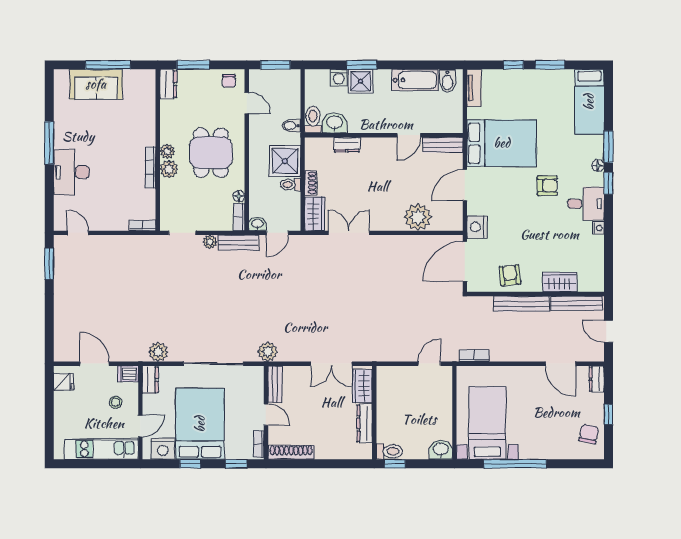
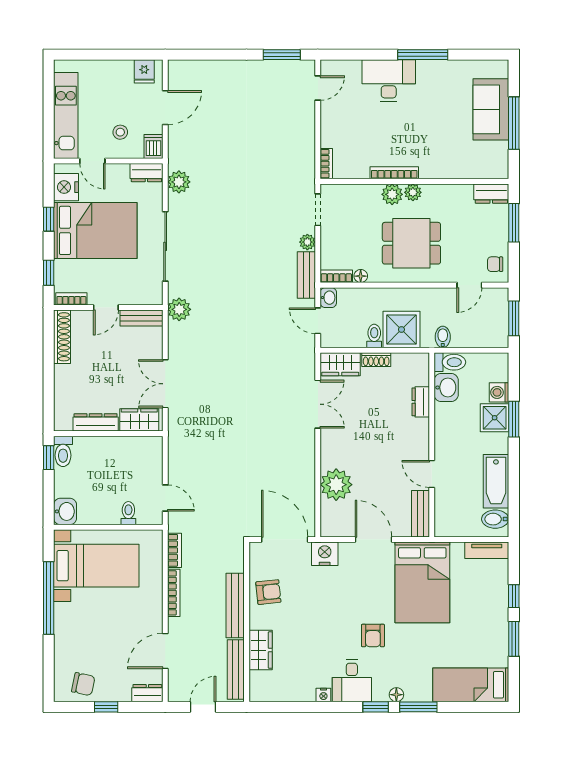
bookcase: (511, 356) -> (174, 593), added
toilet: (442, 395) -> (128, 513), added

